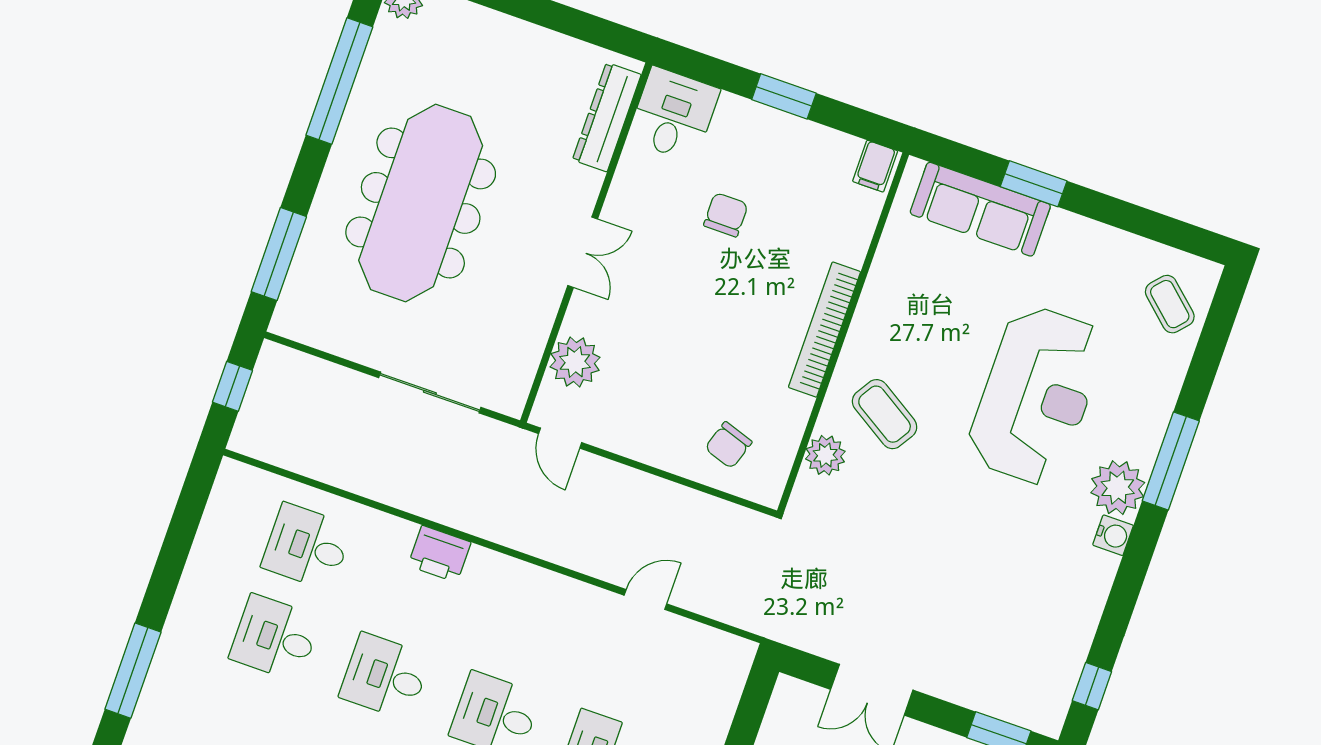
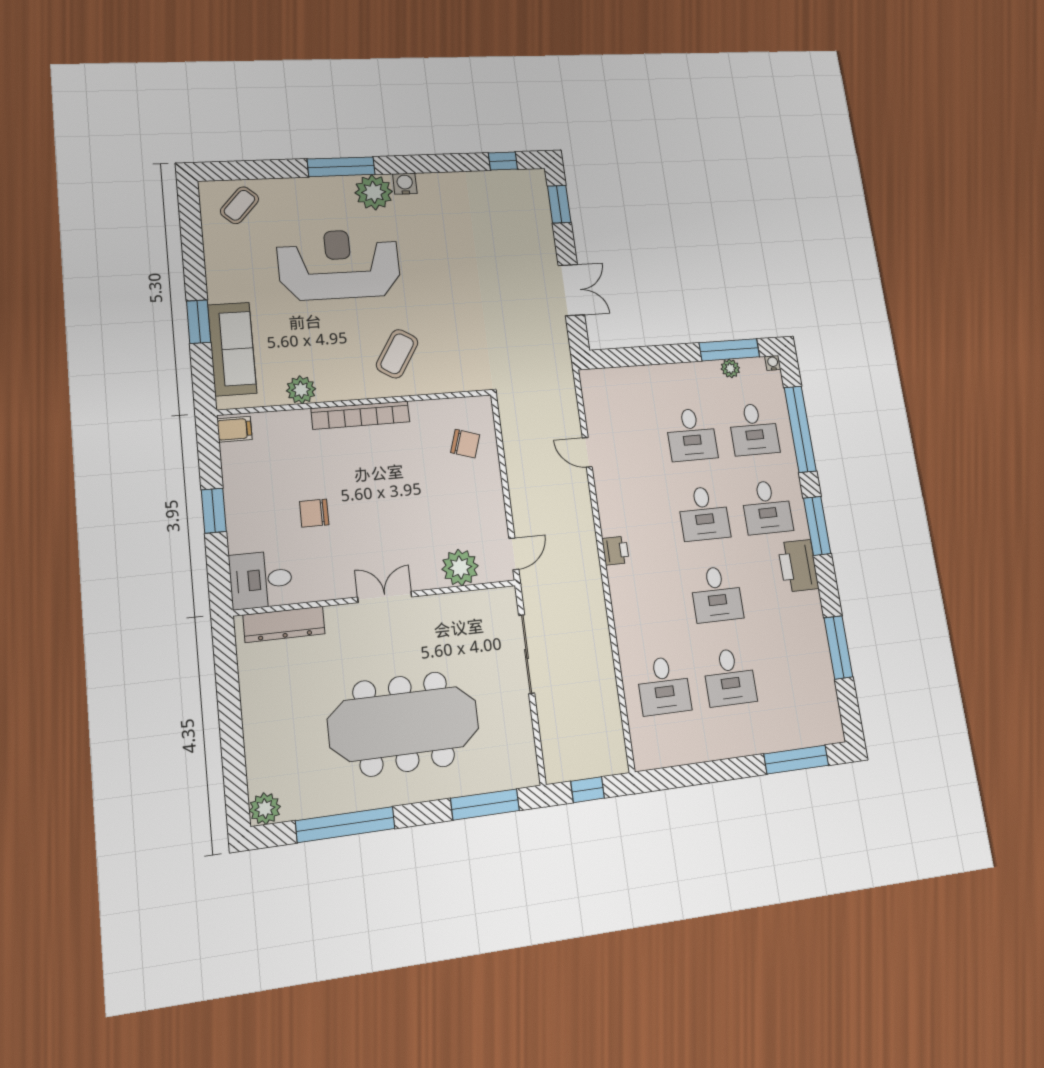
plant: (825, 455) -> (301, 390), moved
printer: (439, 554) -> (616, 551), moved, width x0.73, depth x0.81

